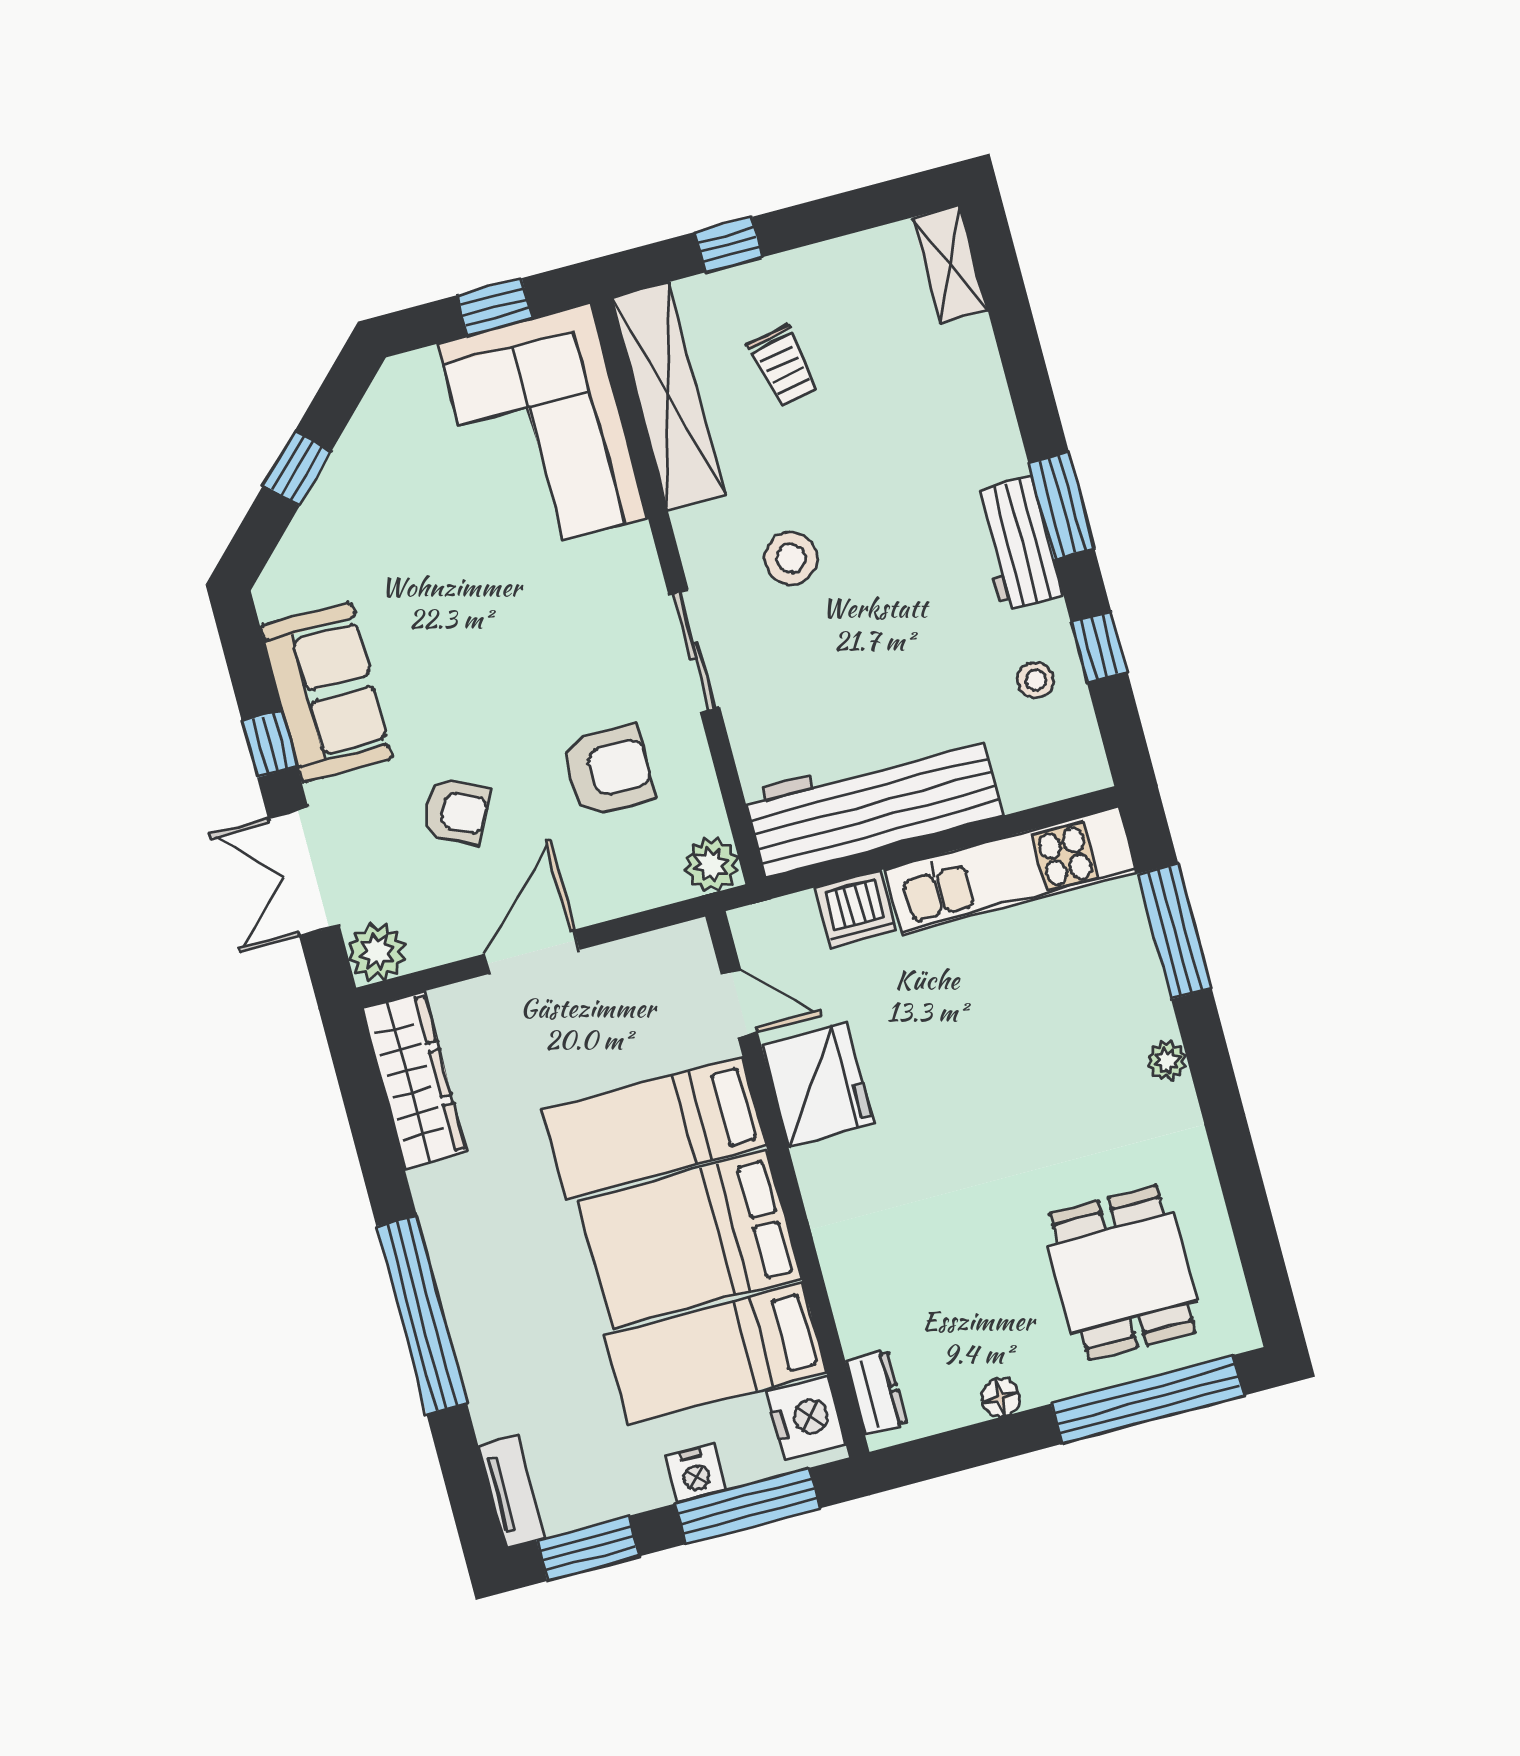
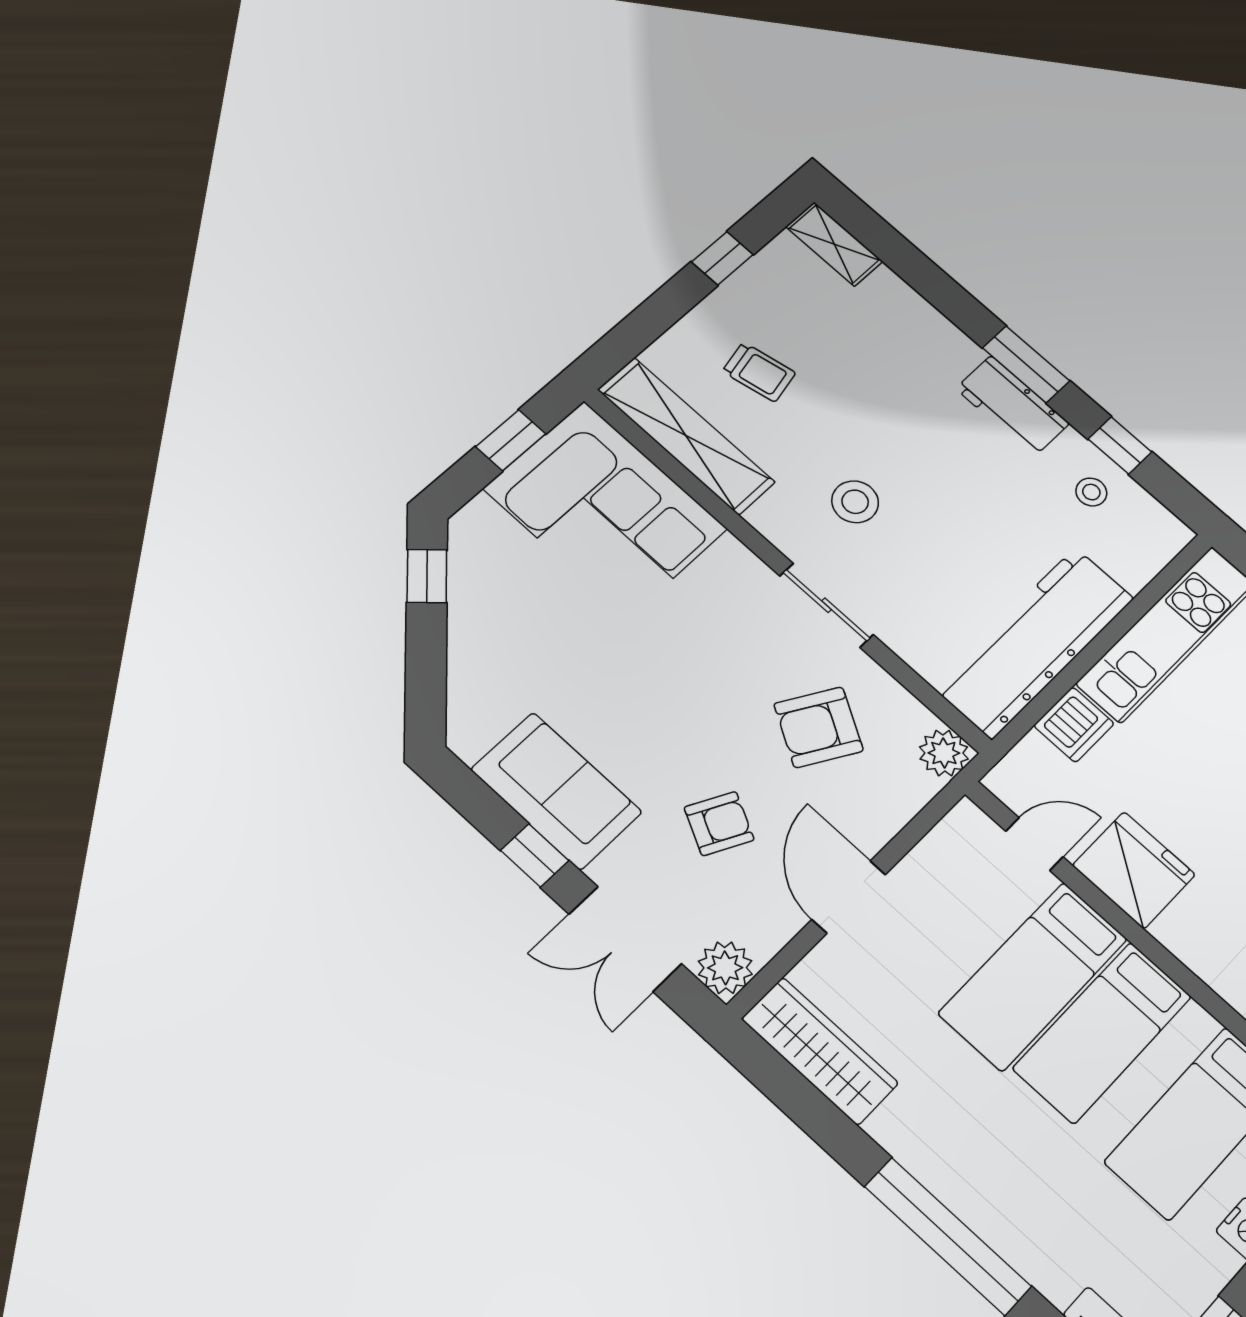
window: (729, 245) -> (722, 258), moved
window: (297, 468) -> (427, 576), moved
armchair: (608, 770) -> (819, 727), turned -150
bed: (690, 1240) -> (1103, 1032), width x0.67

